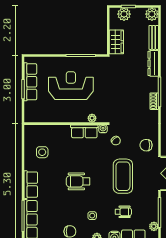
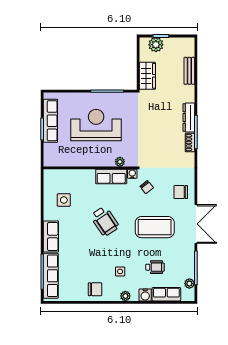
plant: (152, 14) -> (187, 45), removed
dresser: (153, 63) -> (189, 117), moved
coffee table: (123, 176) -> (155, 227), turned 90
wheelchair: (78, 181) -> (105, 221), moved, turned -124

